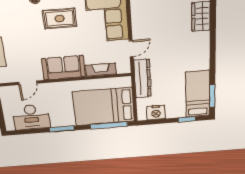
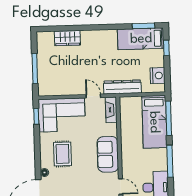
fireplace: (101, 70) -> (111, 110), moved
bed: (104, 107) -> (154, 122), width x0.67
window: (62, 129) -> (170, 161), width x1.44

